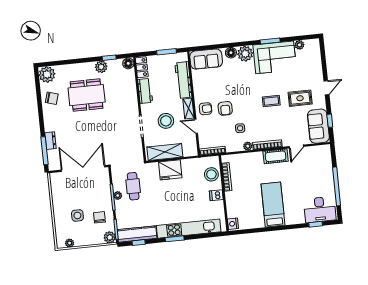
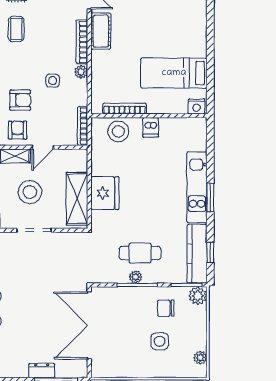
cafe table: (133, 186) -> (140, 253), moved
bed: (273, 205) -> (174, 73), moved
kitchen unit: (189, 229) -> (197, 187), width x0.73

